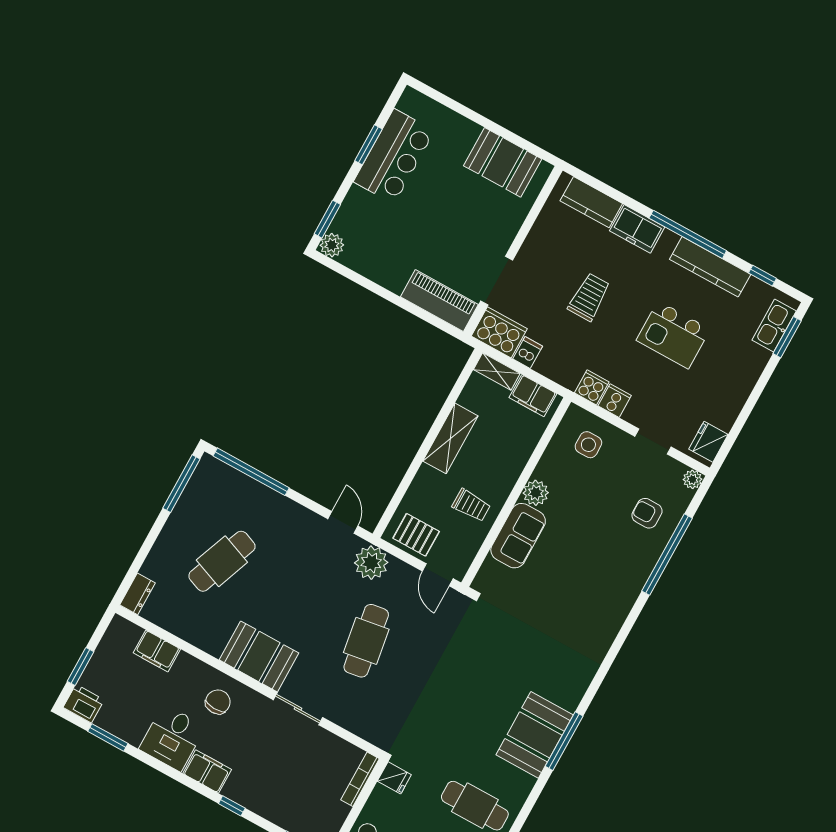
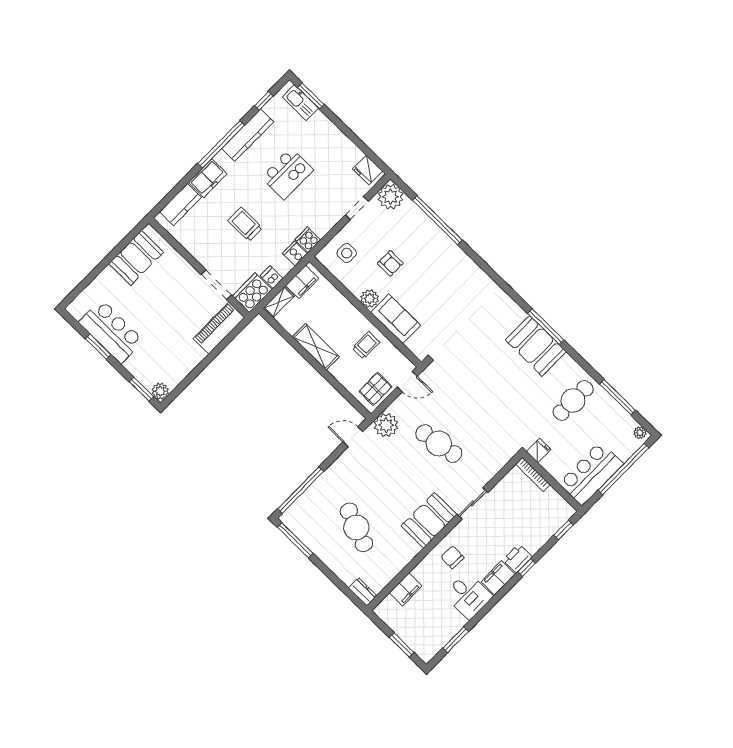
cooker: (615, 401) -> (295, 254), moved
plant: (692, 479) -> (391, 197), width x1.88, depth x1.88
armchair: (647, 513) -> (390, 263), moved, turned -90
printer: (84, 704) -> (518, 558), moved

